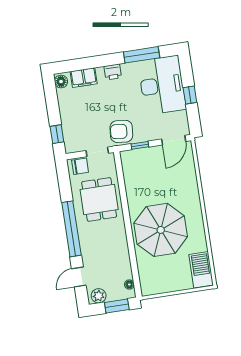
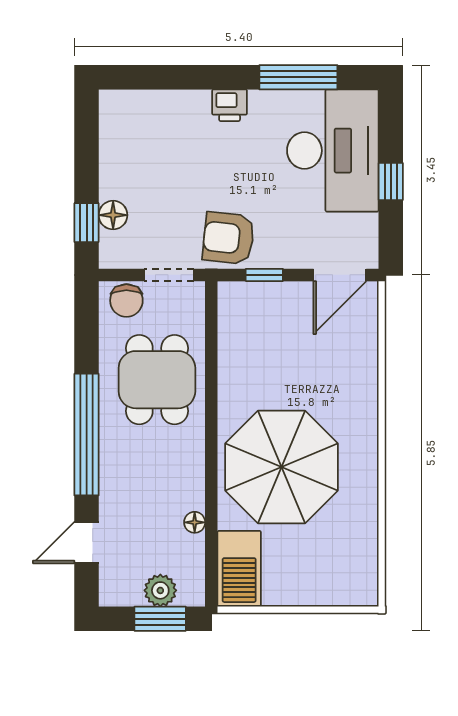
filing cabinet: (84, 78) -> (164, 108), removed
floor lamp: (61, 81) -> (113, 215), moved
chair: (80, 166) -> (126, 301), turned 90
barbecue: (201, 270) -> (239, 569), moved, turned 180
floor lamp: (129, 285) -> (195, 522), moved
plant: (99, 296) -> (160, 590), moved

